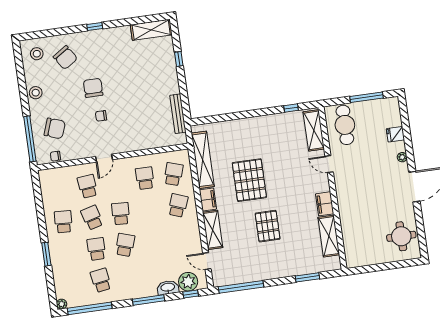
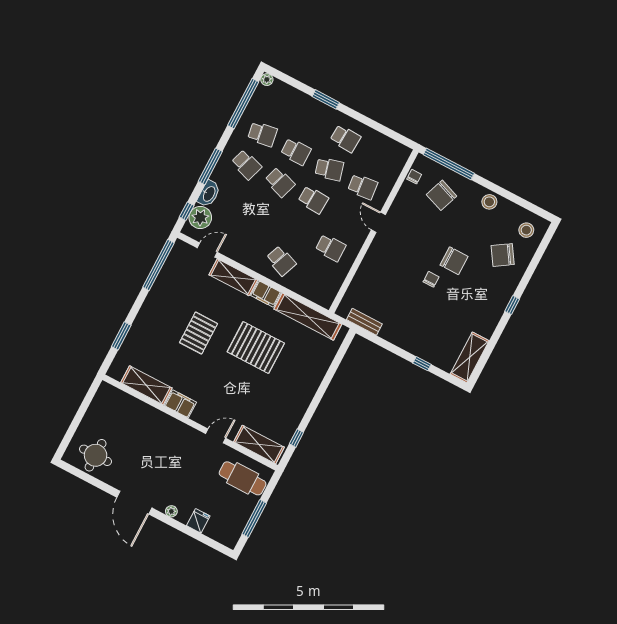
bench: (178, 114) -> (364, 322), width x0.73
chair: (101, 116) -> (431, 279), moved
school desk: (173, 174) -> (246, 165), moved
pallet: (268, 226) -> (199, 333), turned 90

